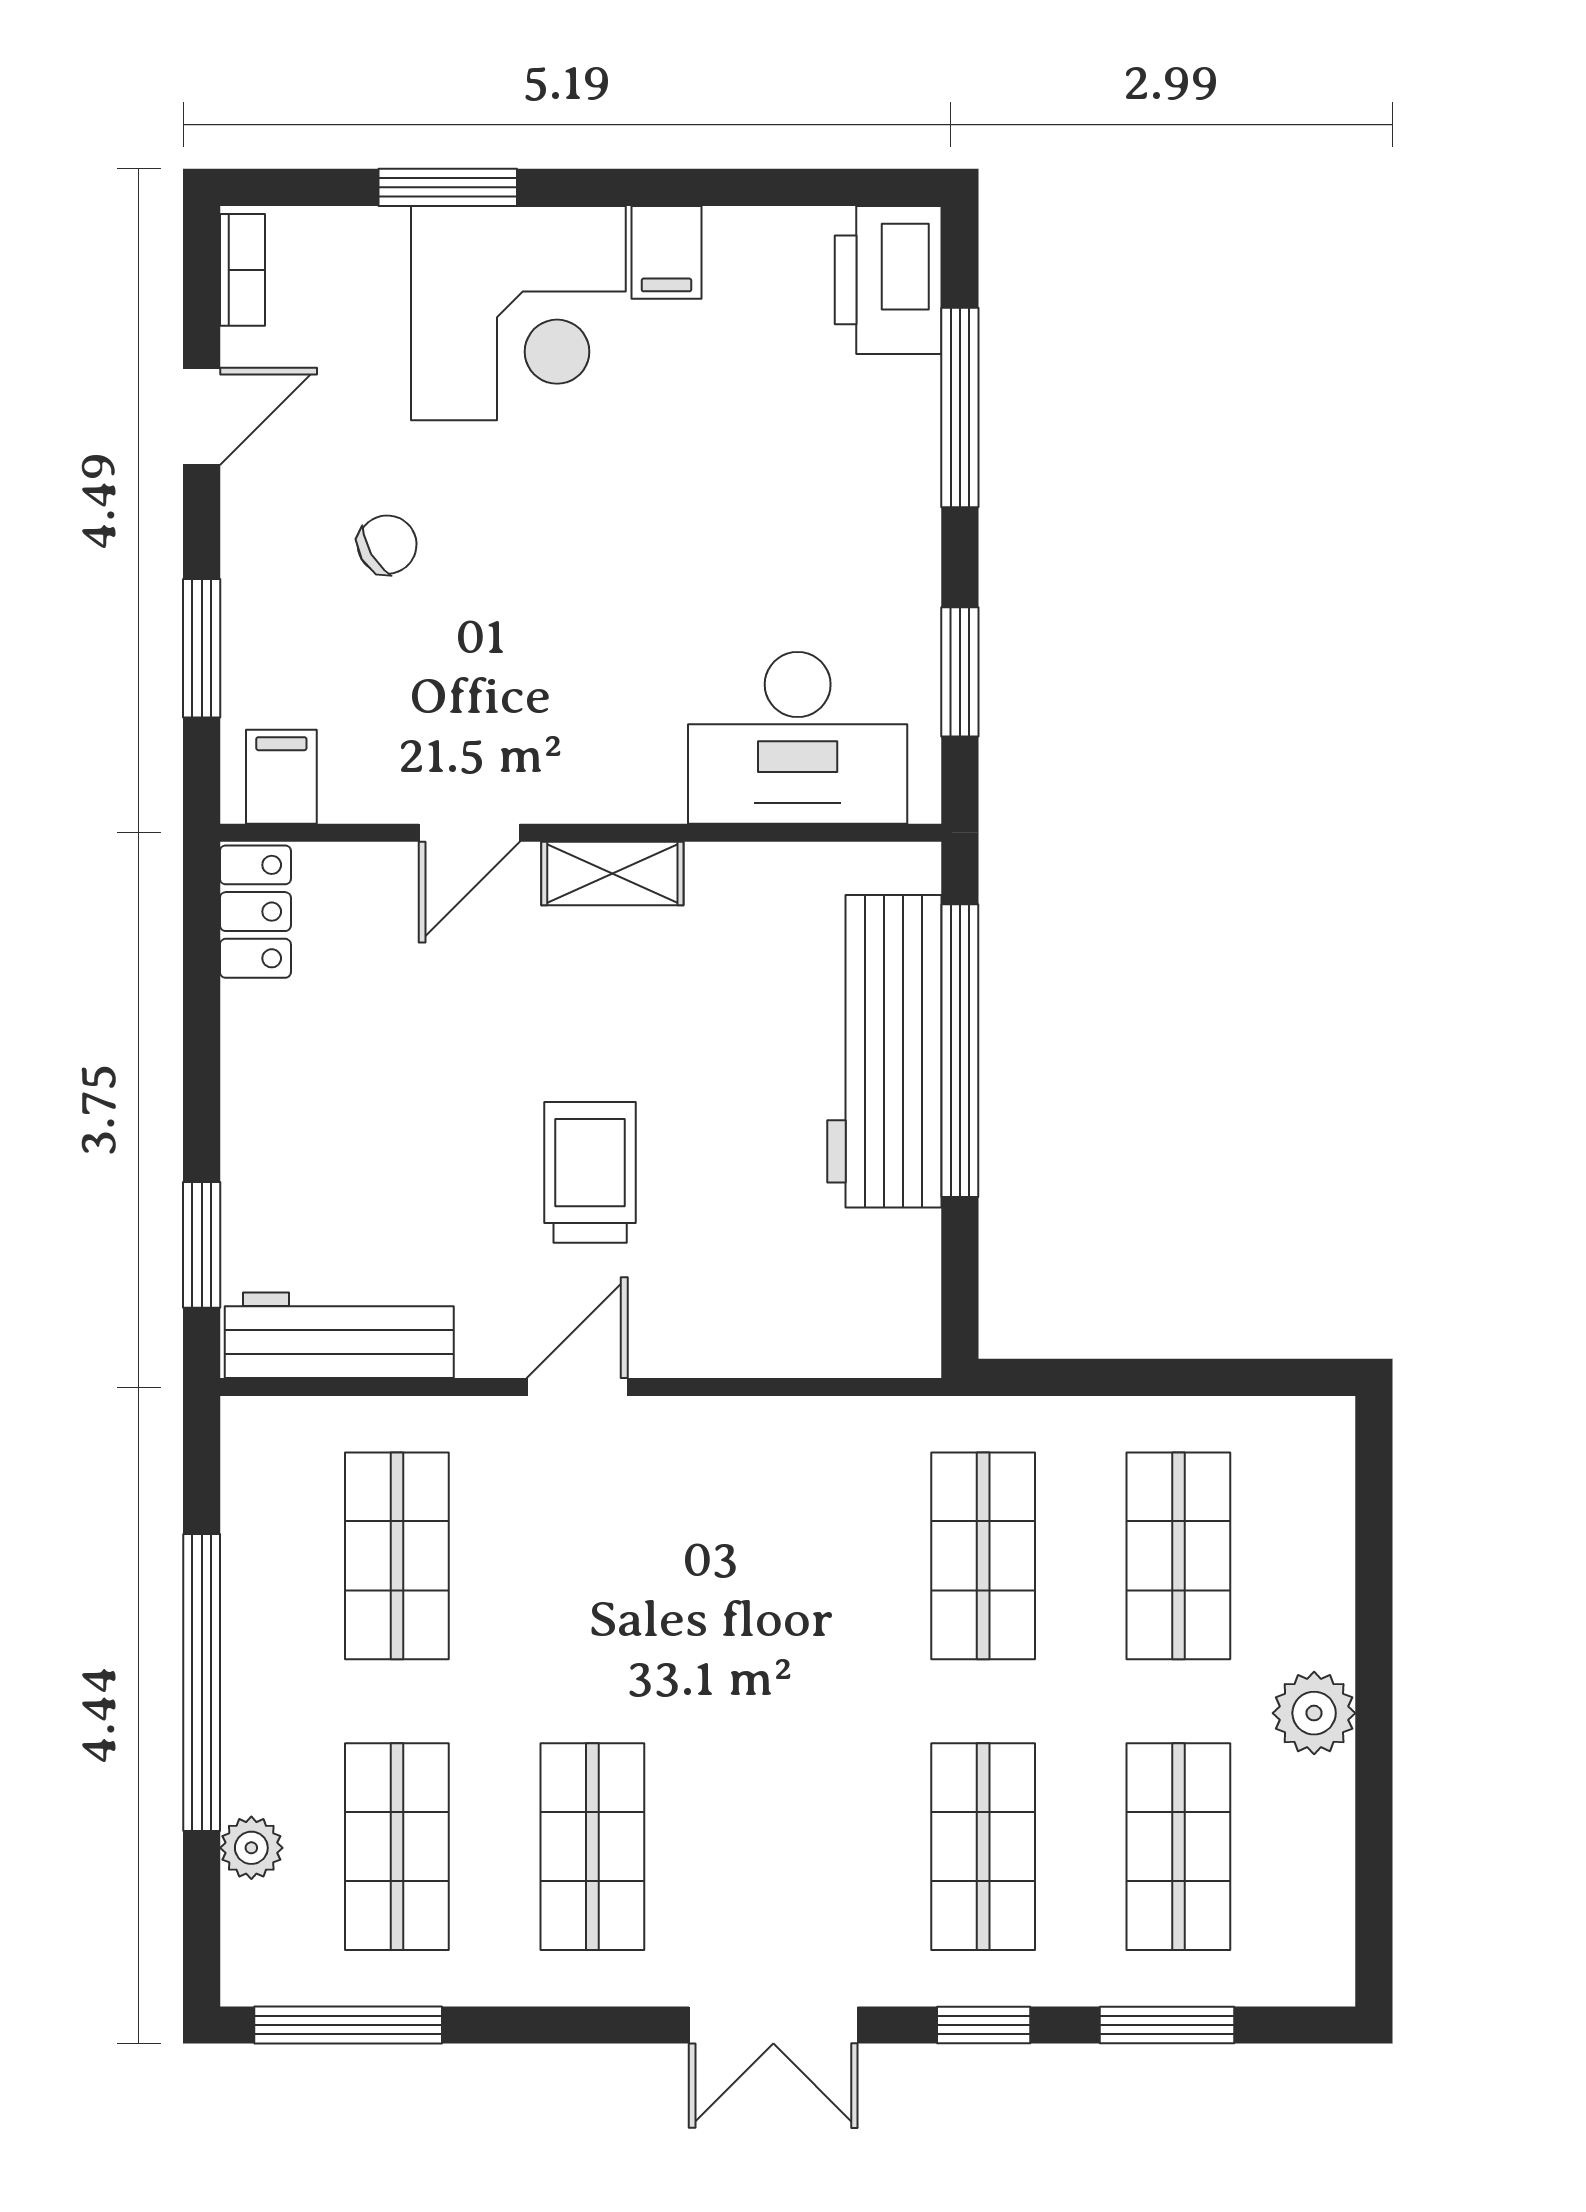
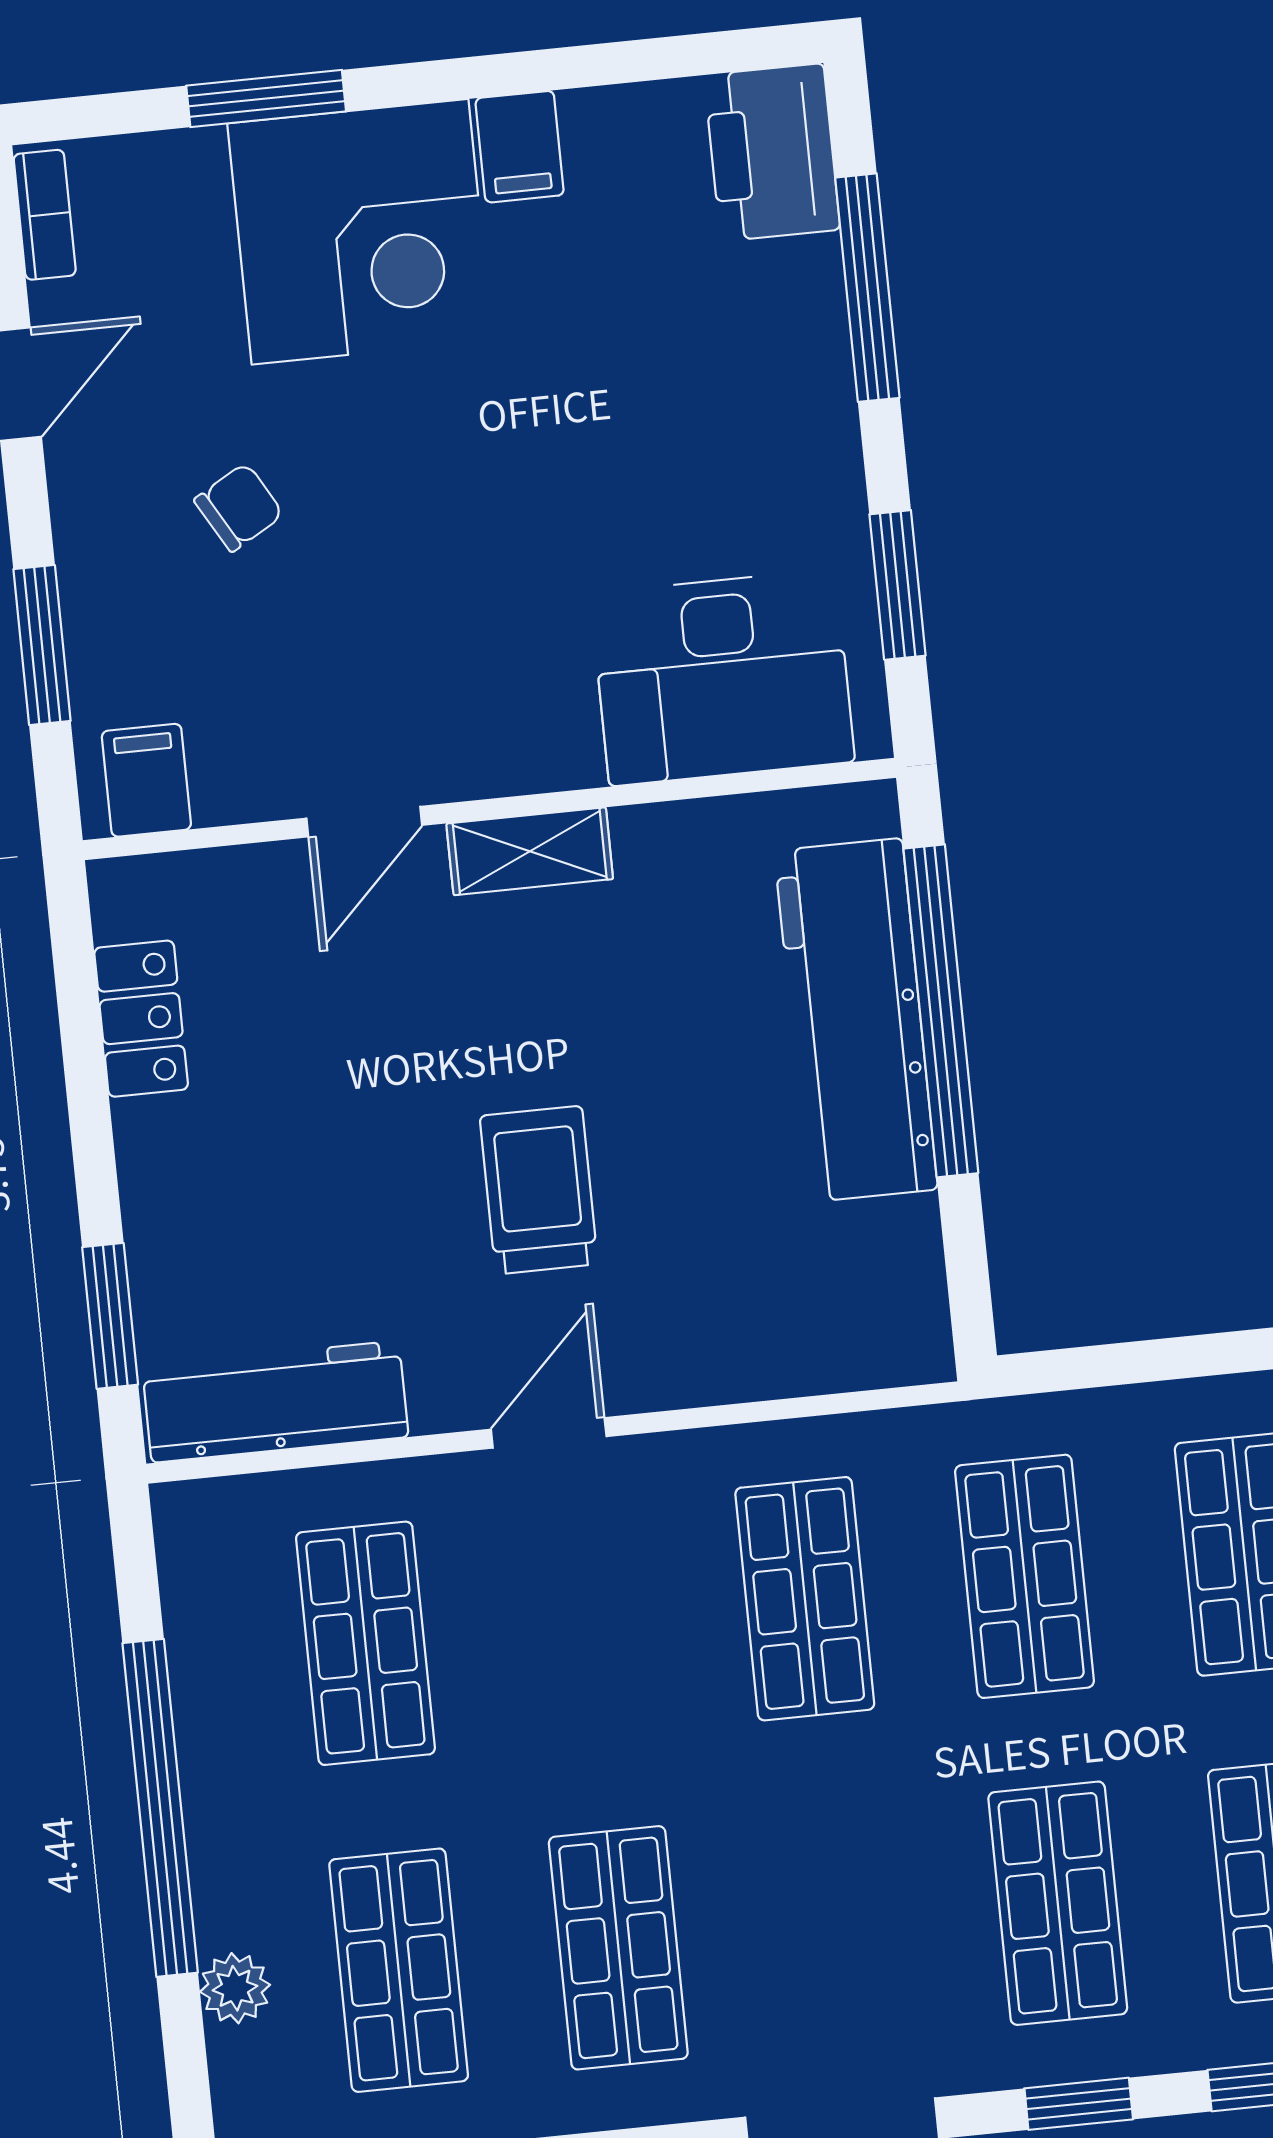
locker: (255, 912) -> (141, 1019), moved
shop shelf: (788, 1556) -> (805, 1599), added

